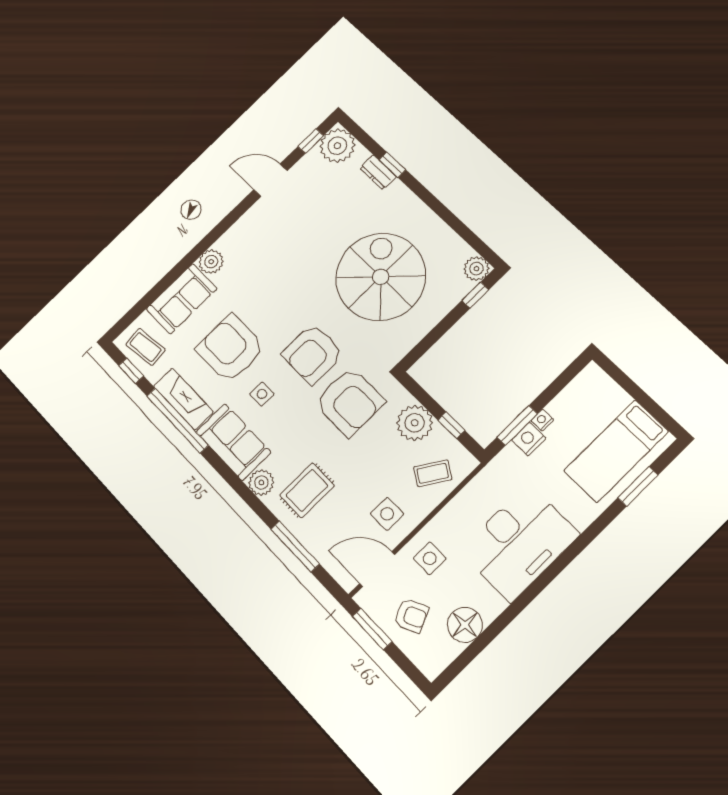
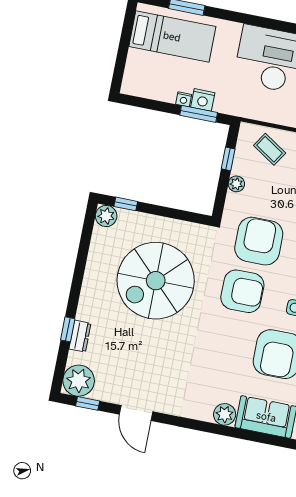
plant: (415, 423) -> (236, 184), width x0.53, depth x0.53

